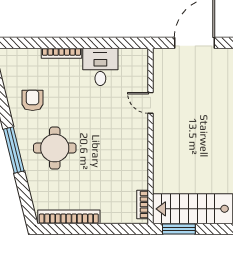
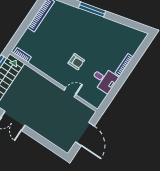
armchair: (33, 100) -> (76, 62), moved
round table: (55, 148) -> (79, 30), removed

